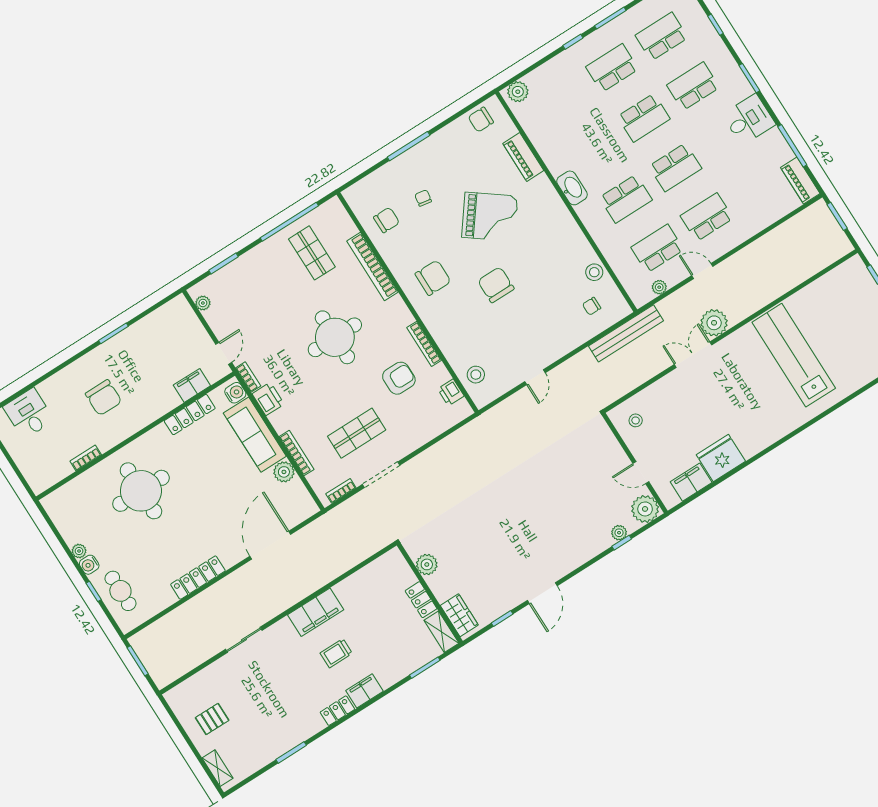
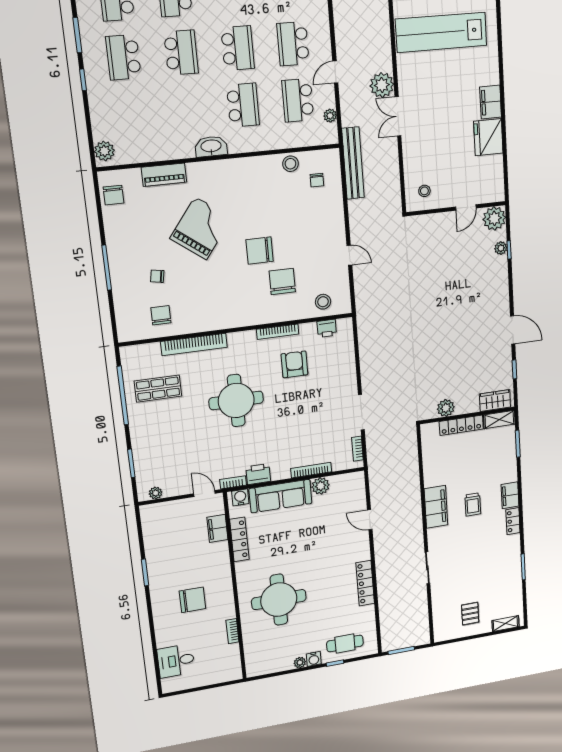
chair: (433, 278) -> (282, 281), moved
shop shelf: (357, 433) -> (320, 417), removed
filing cabinet: (691, 482) -> (491, 102), moved
door: (270, 545) -> (370, 520), width x0.53
locker: (421, 600) -> (461, 425), width x1.53

